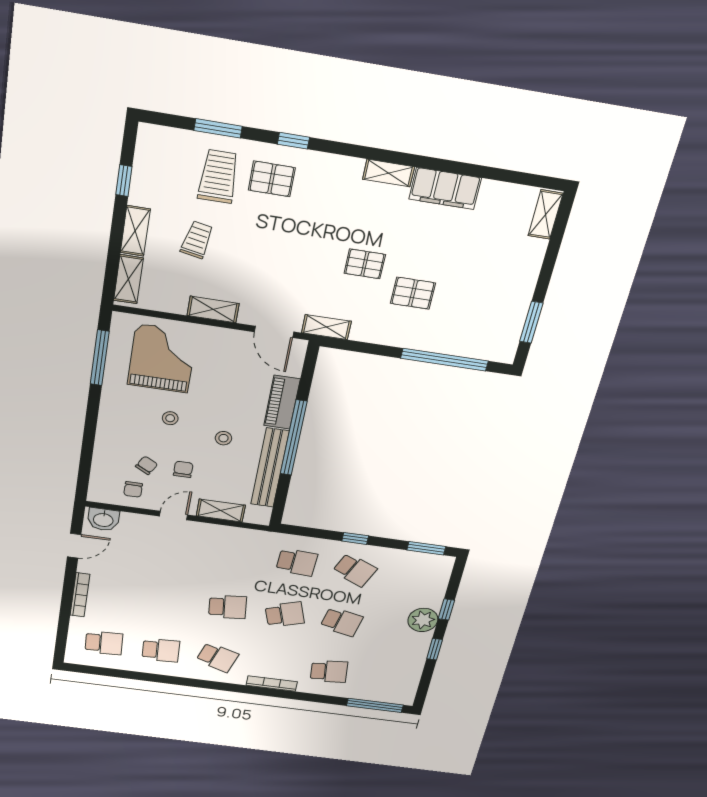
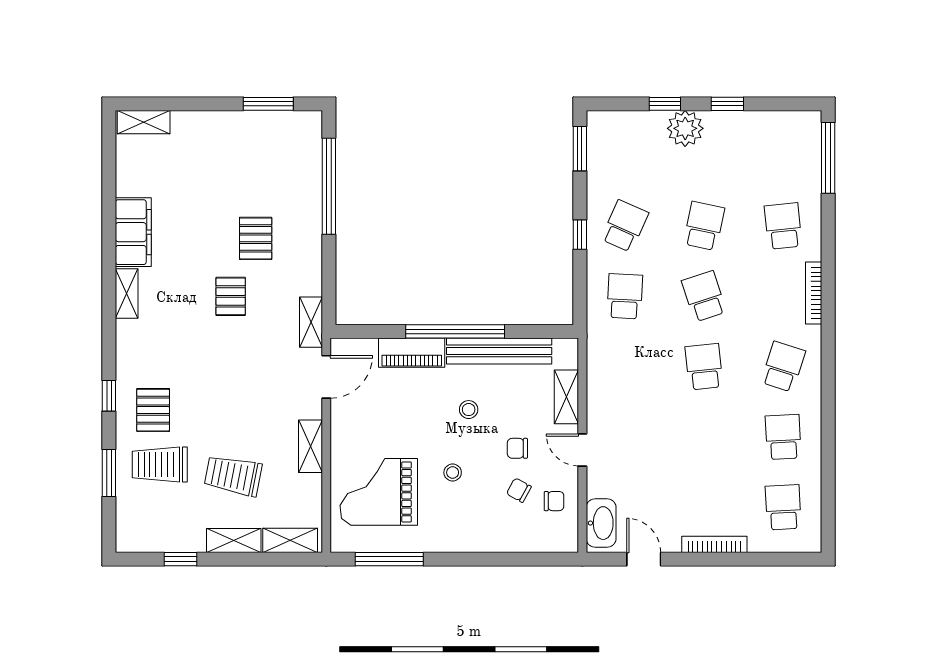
trolley: (197, 240) -> (233, 476), width x1.36, depth x1.39
washbasin: (103, 519) -> (601, 523), width x1.38

